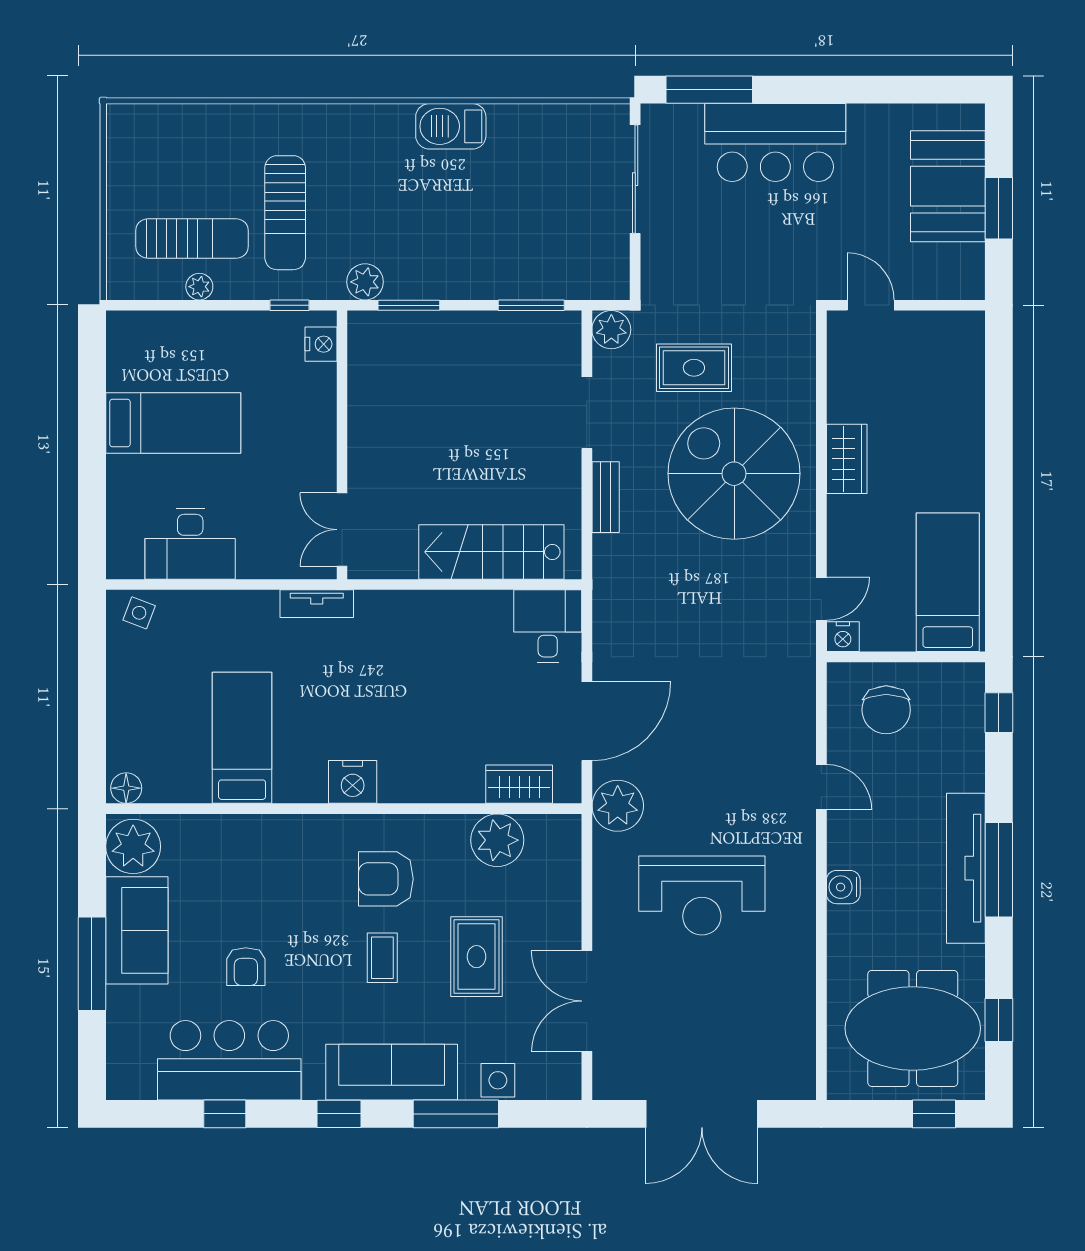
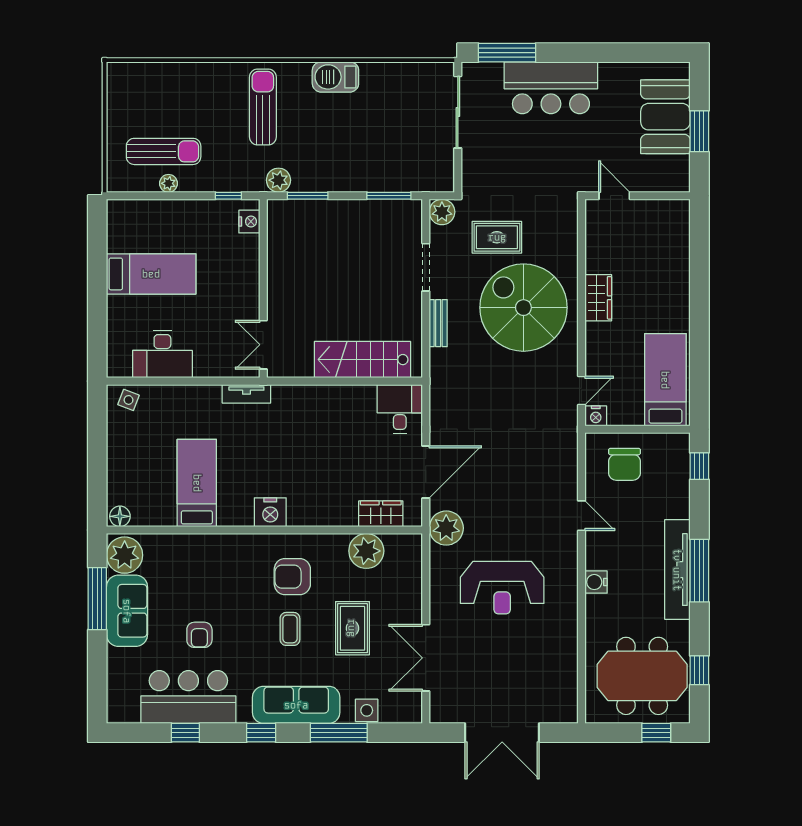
sun lounger: (285, 213) -> (263, 107), moved, turned 180
window: (92, 964) -> (97, 599), moved

